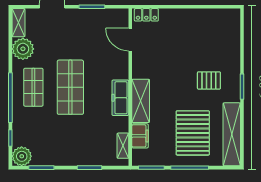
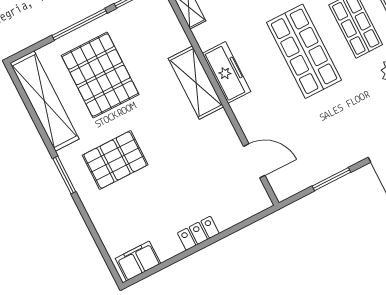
locker: (146, 15) -> (198, 233), moved
pallet: (209, 80) -> (115, 160), width x1.50, depth x1.42
filing cabinet: (140, 136) -> (138, 261), moved, turned 90

